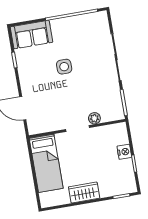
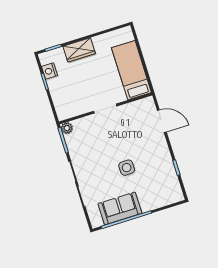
sofa: (31, 35) -> (120, 208), moved
plant: (94, 118) -> (67, 128), moved
nightstand: (124, 152) -> (50, 71), moved
wardrobe: (84, 193) -> (79, 50), moved

